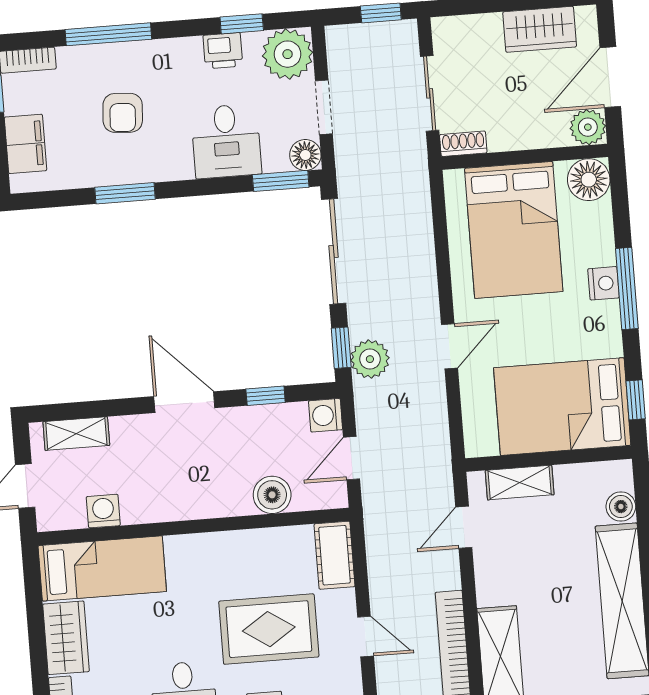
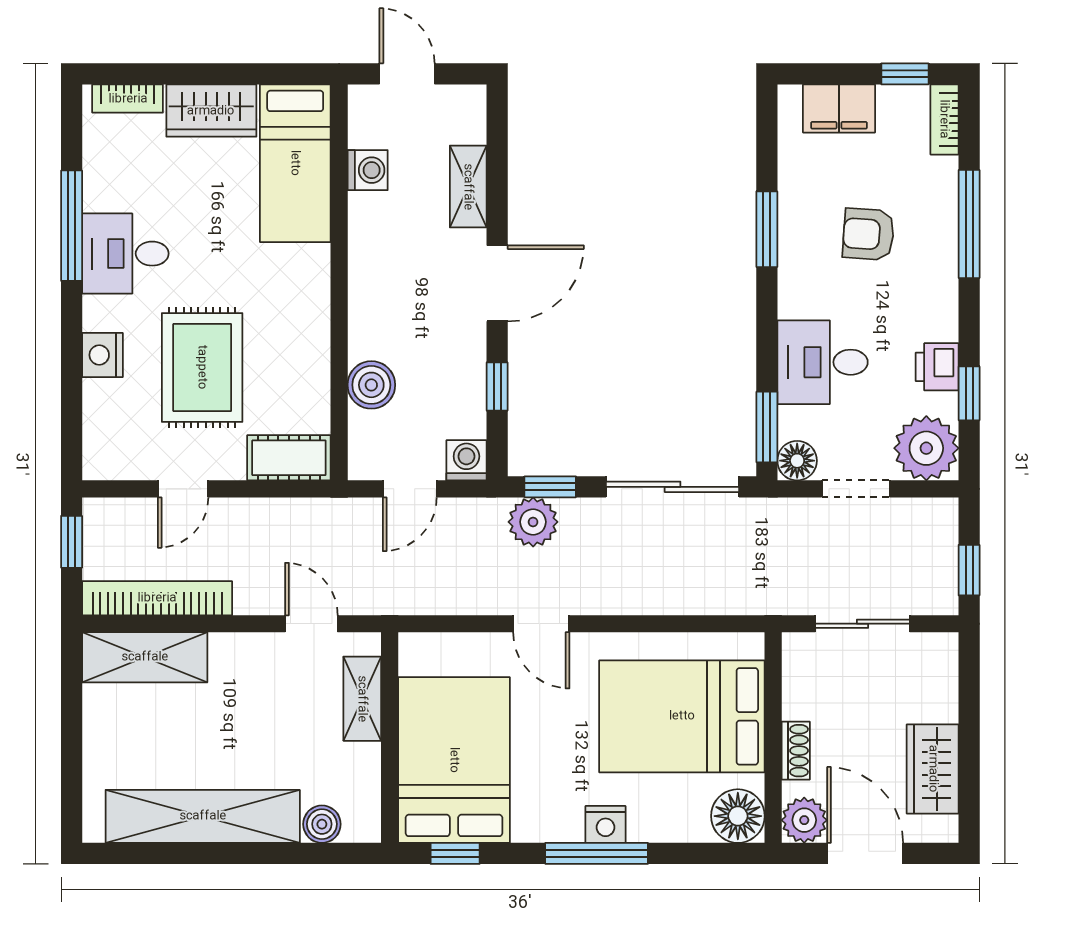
shoe rack: (463, 144) -> (796, 751), moved
shelving: (76, 434) -> (468, 187), moved
door: (352, 458) -> (410, 489), swing flipped

